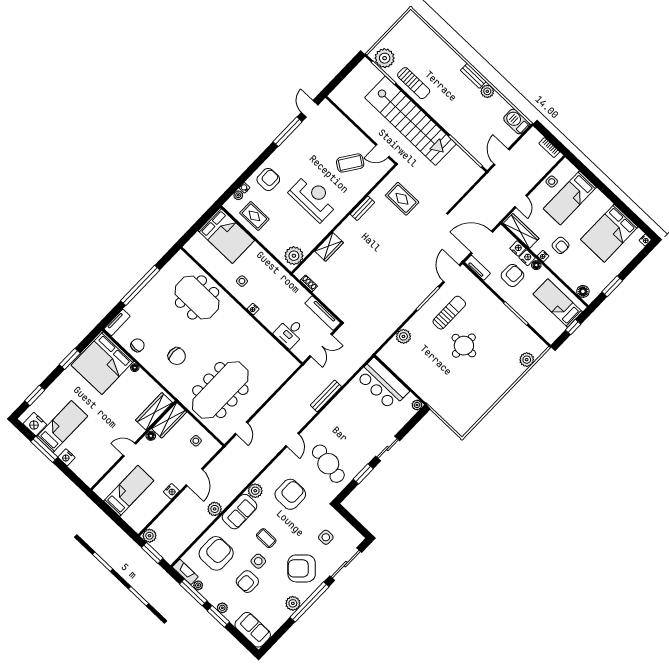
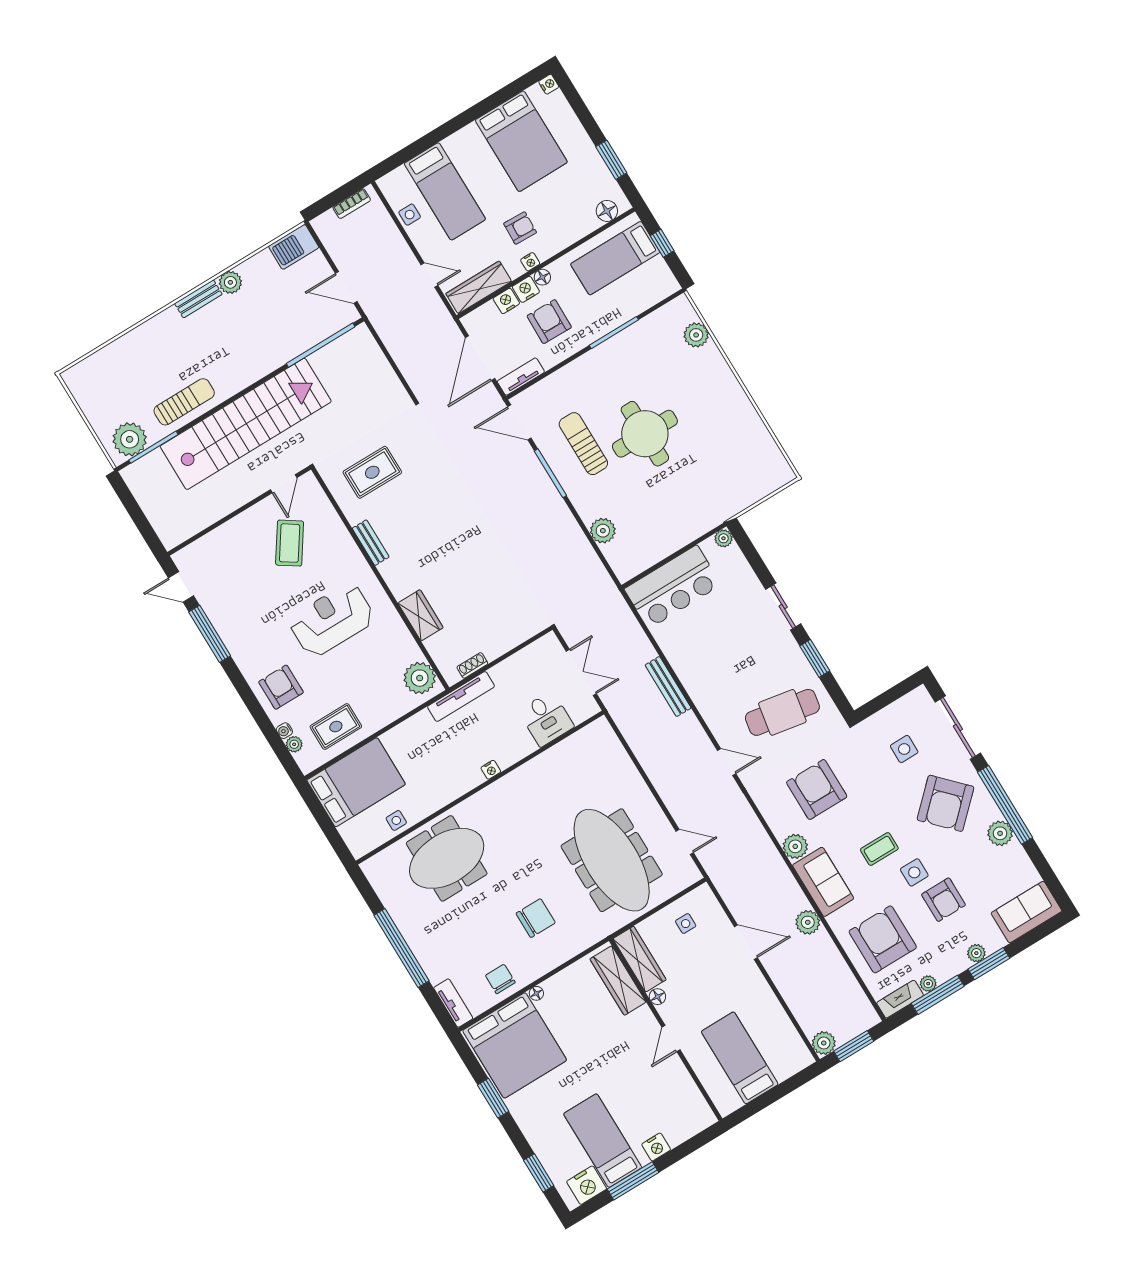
side table: (242, 281) -> (396, 820), moved
tv unit: (323, 313) -> (461, 697), moved
round table: (464, 346) -> (645, 434), width x1.36, depth x1.36
nightstand: (171, 491) -> (759, 987), removed

